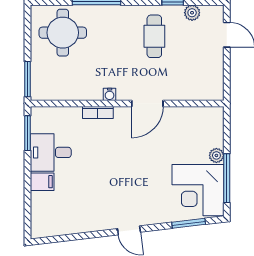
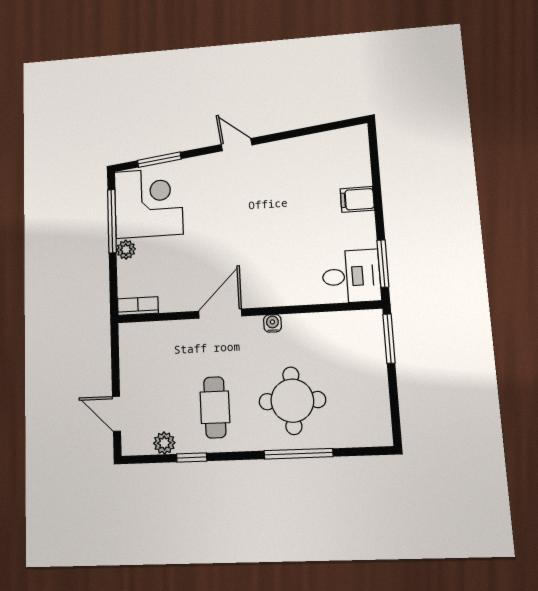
round table: (63, 33) -> (292, 401), moved
bookcase: (98, 112) -> (138, 306), moved
desk: (51, 152) -> (351, 276), moved

